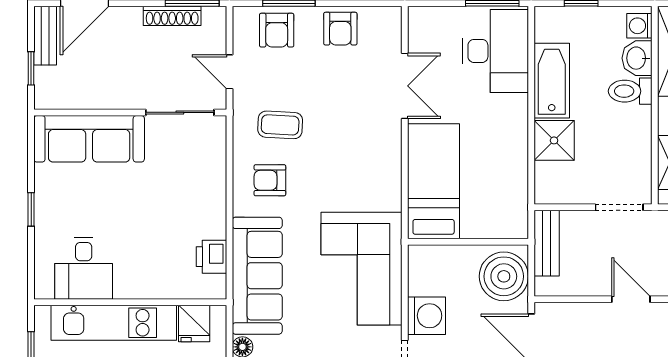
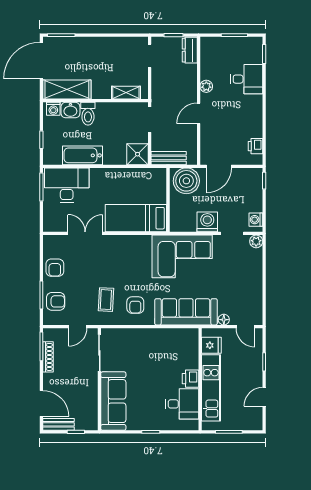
armchair: (340, 29) -> (55, 268), turned 90
shower: (554, 140) -> (138, 154), moved
printer: (211, 257) -> (191, 379), moved, turned 90

